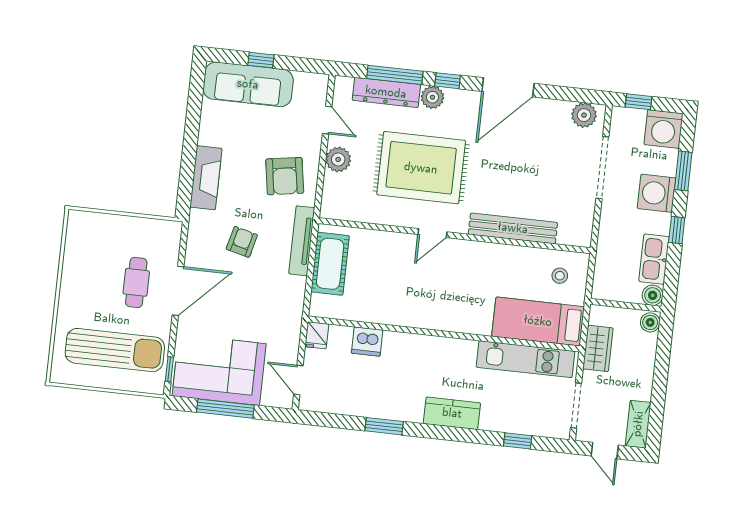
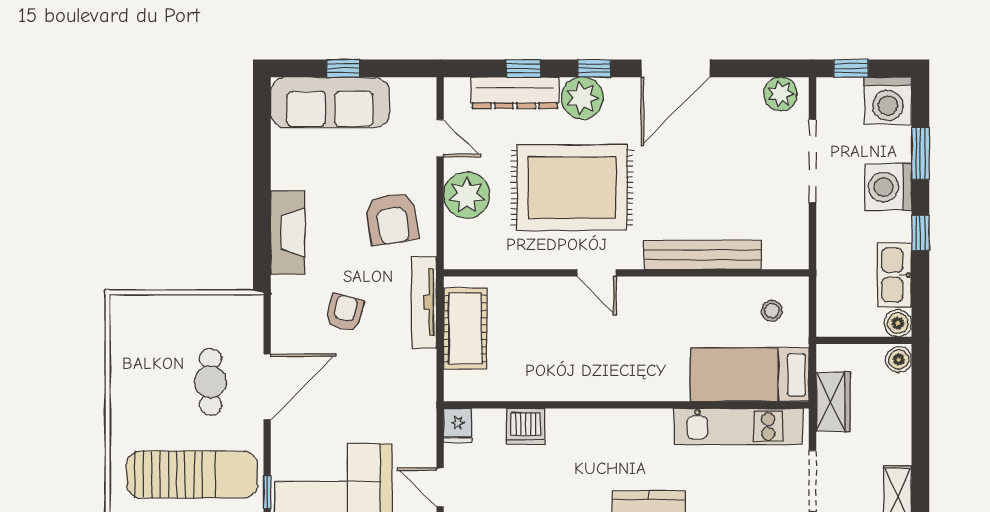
window: (395, 75) -> (523, 68), width x0.46
plant: (432, 97) -> (582, 98), width x1.36, depth x1.36
plant: (338, 159) -> (467, 195), width x1.36, depth x1.36
door: (432, 233) -> (597, 273), hinge flipped

